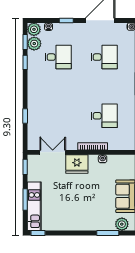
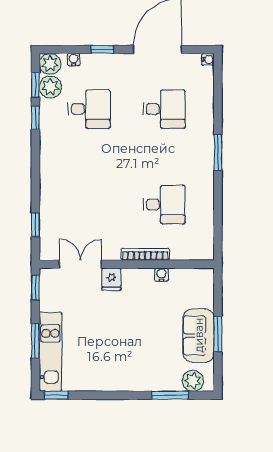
window: (25, 116) -> (35, 225), moved
fridge: (77, 164) -> (111, 279), width x0.53, depth x0.75

